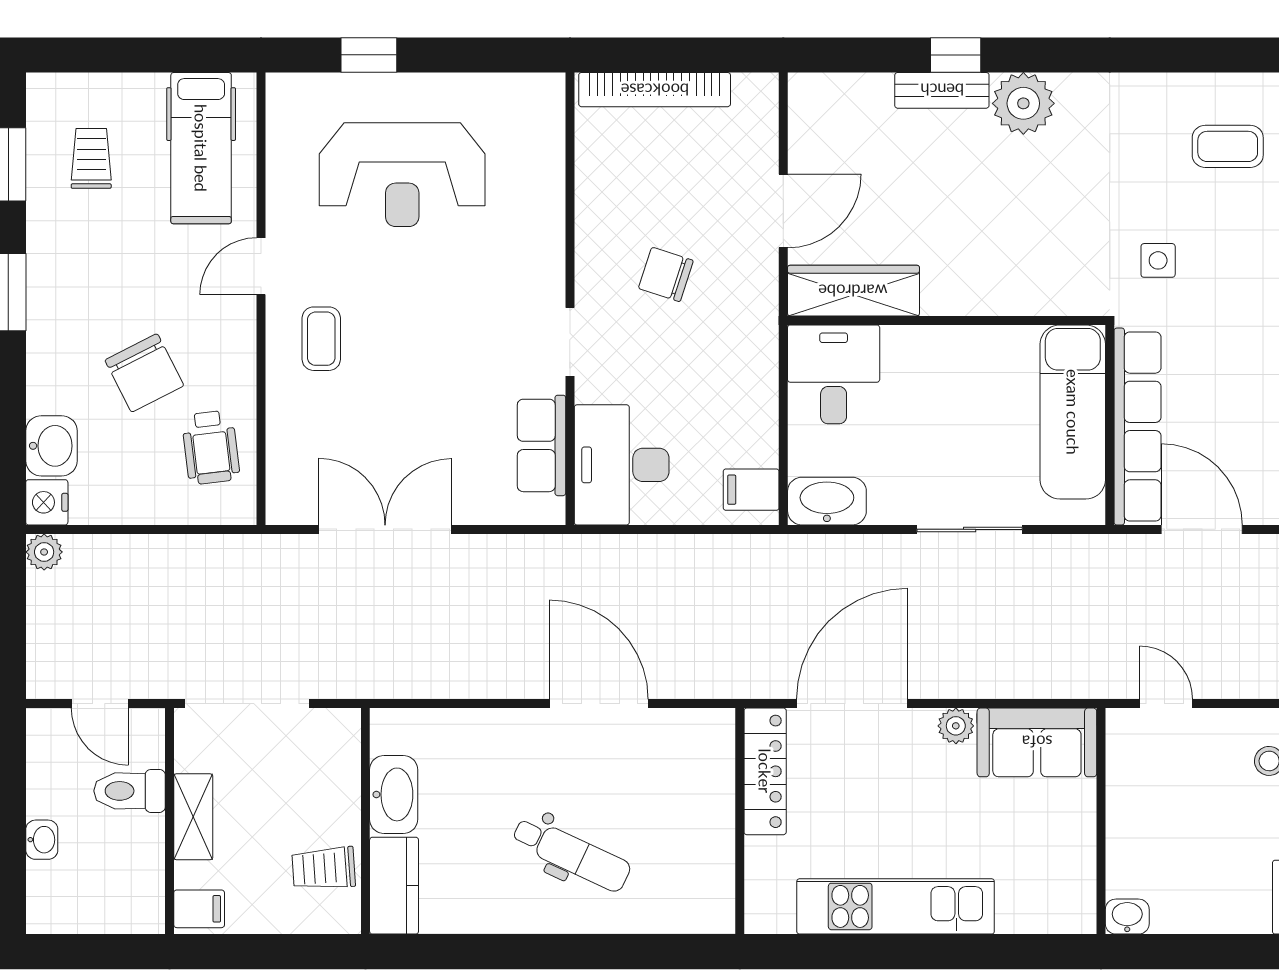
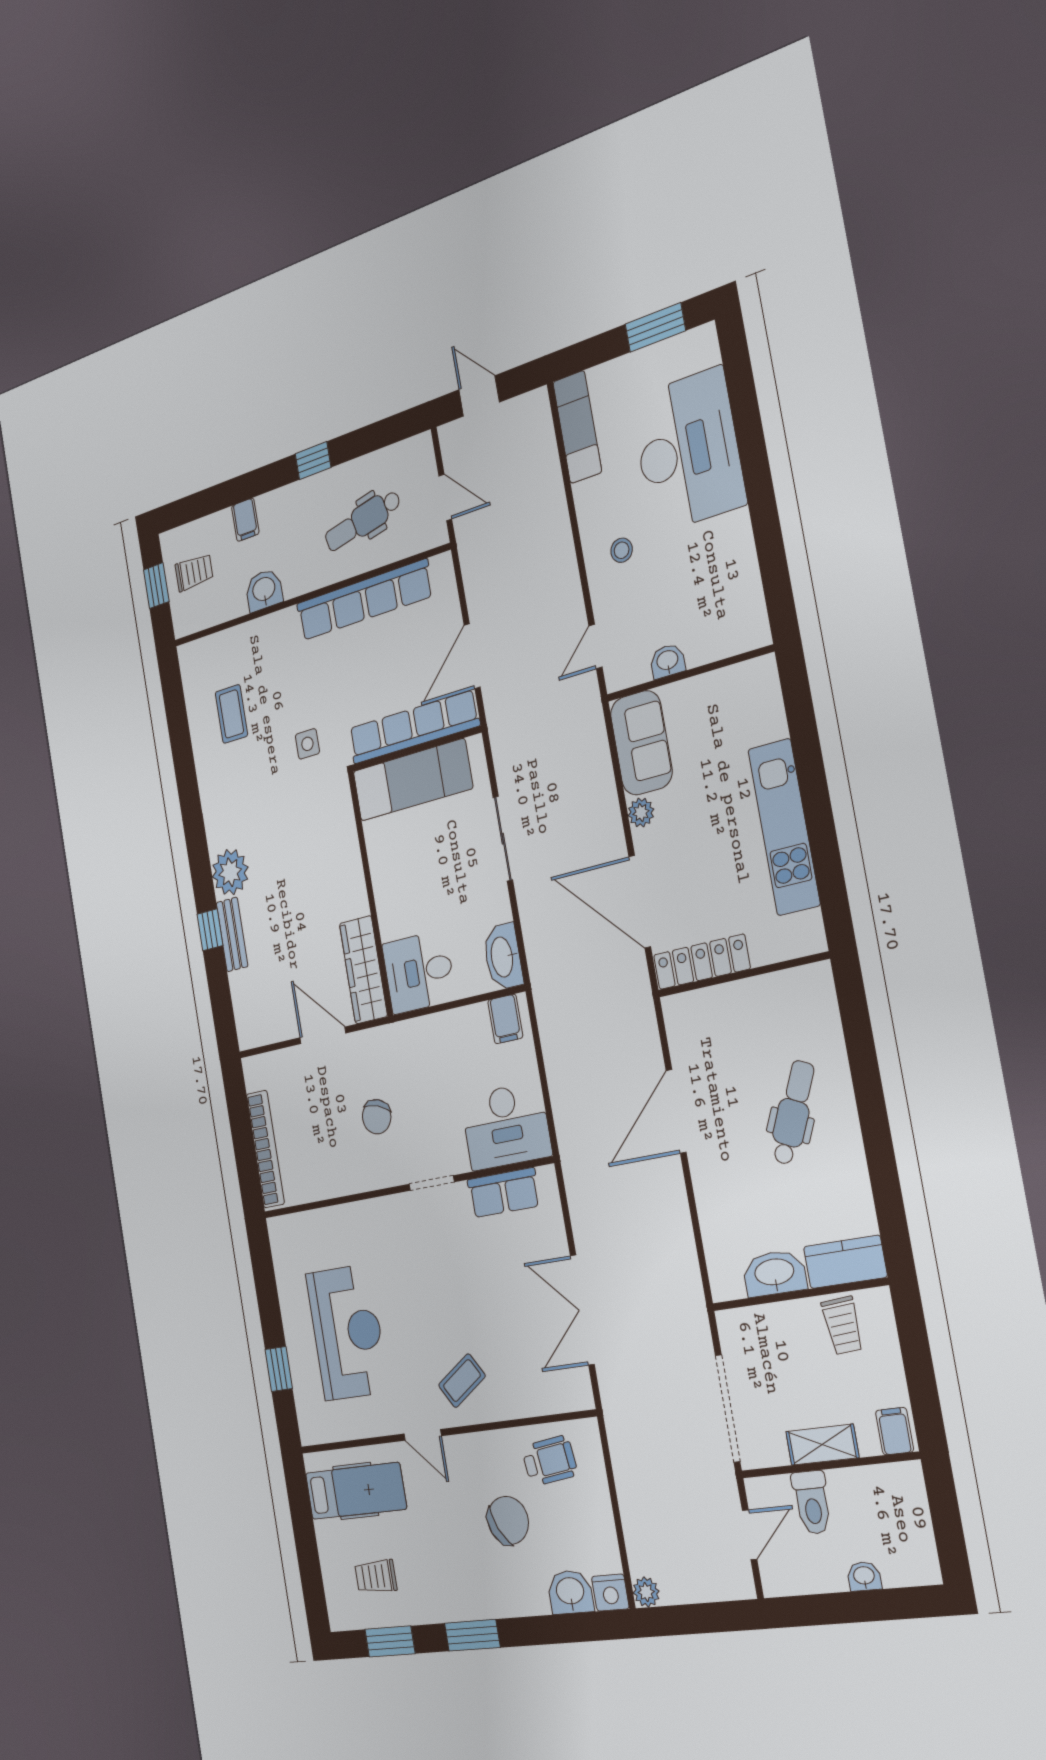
coffee table: (321, 339) -> (462, 1381), turned -33
washbasin: (1127, 917) -> (667, 661), moved, turned 90

